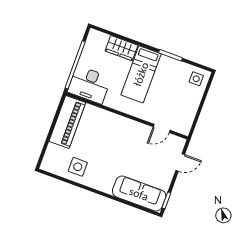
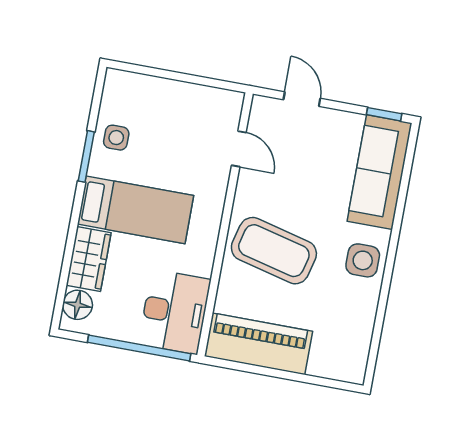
floor lamp: (101, 39) -> (78, 305), added
side table: (196, 79) -> (116, 138), moved
coffee table: (110, 137) -> (274, 251), added
side table: (78, 167) -> (363, 260), moved

